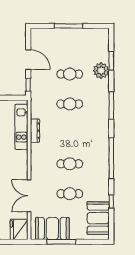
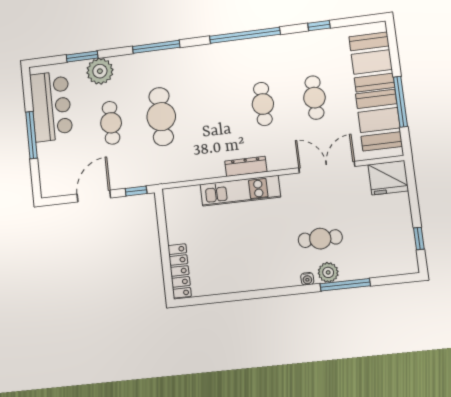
bar counter: (84, 39) -> (51, 106), added
cafe table: (70, 104) -> (161, 117), width x1.37, depth x1.35
kitchen unit: (21, 127) -> (240, 191), moved
dresser: (35, 131) -> (246, 166), moved
double door: (29, 196) -> (327, 167), swing flipped
booth: (98, 218) -> (372, 62), moved, turned 90

